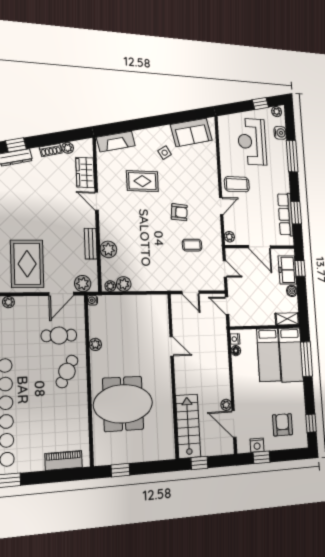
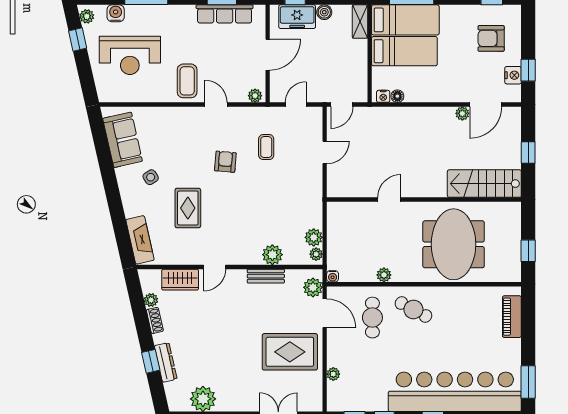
door: (172, 346) -> (389, 200), moved
wall: (173, 376) -> (424, 200), moved
stairs: (188, 426) -> (484, 184), moved

